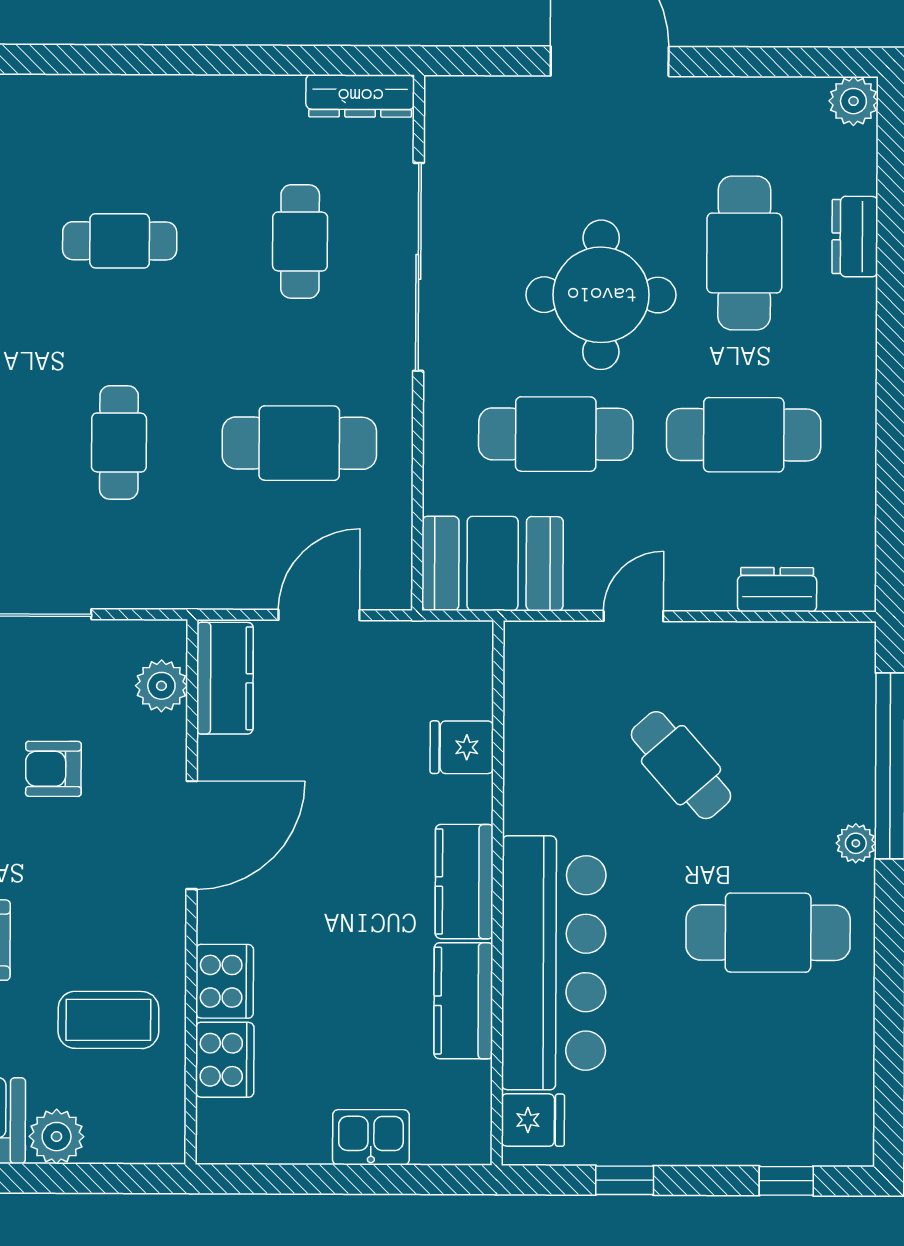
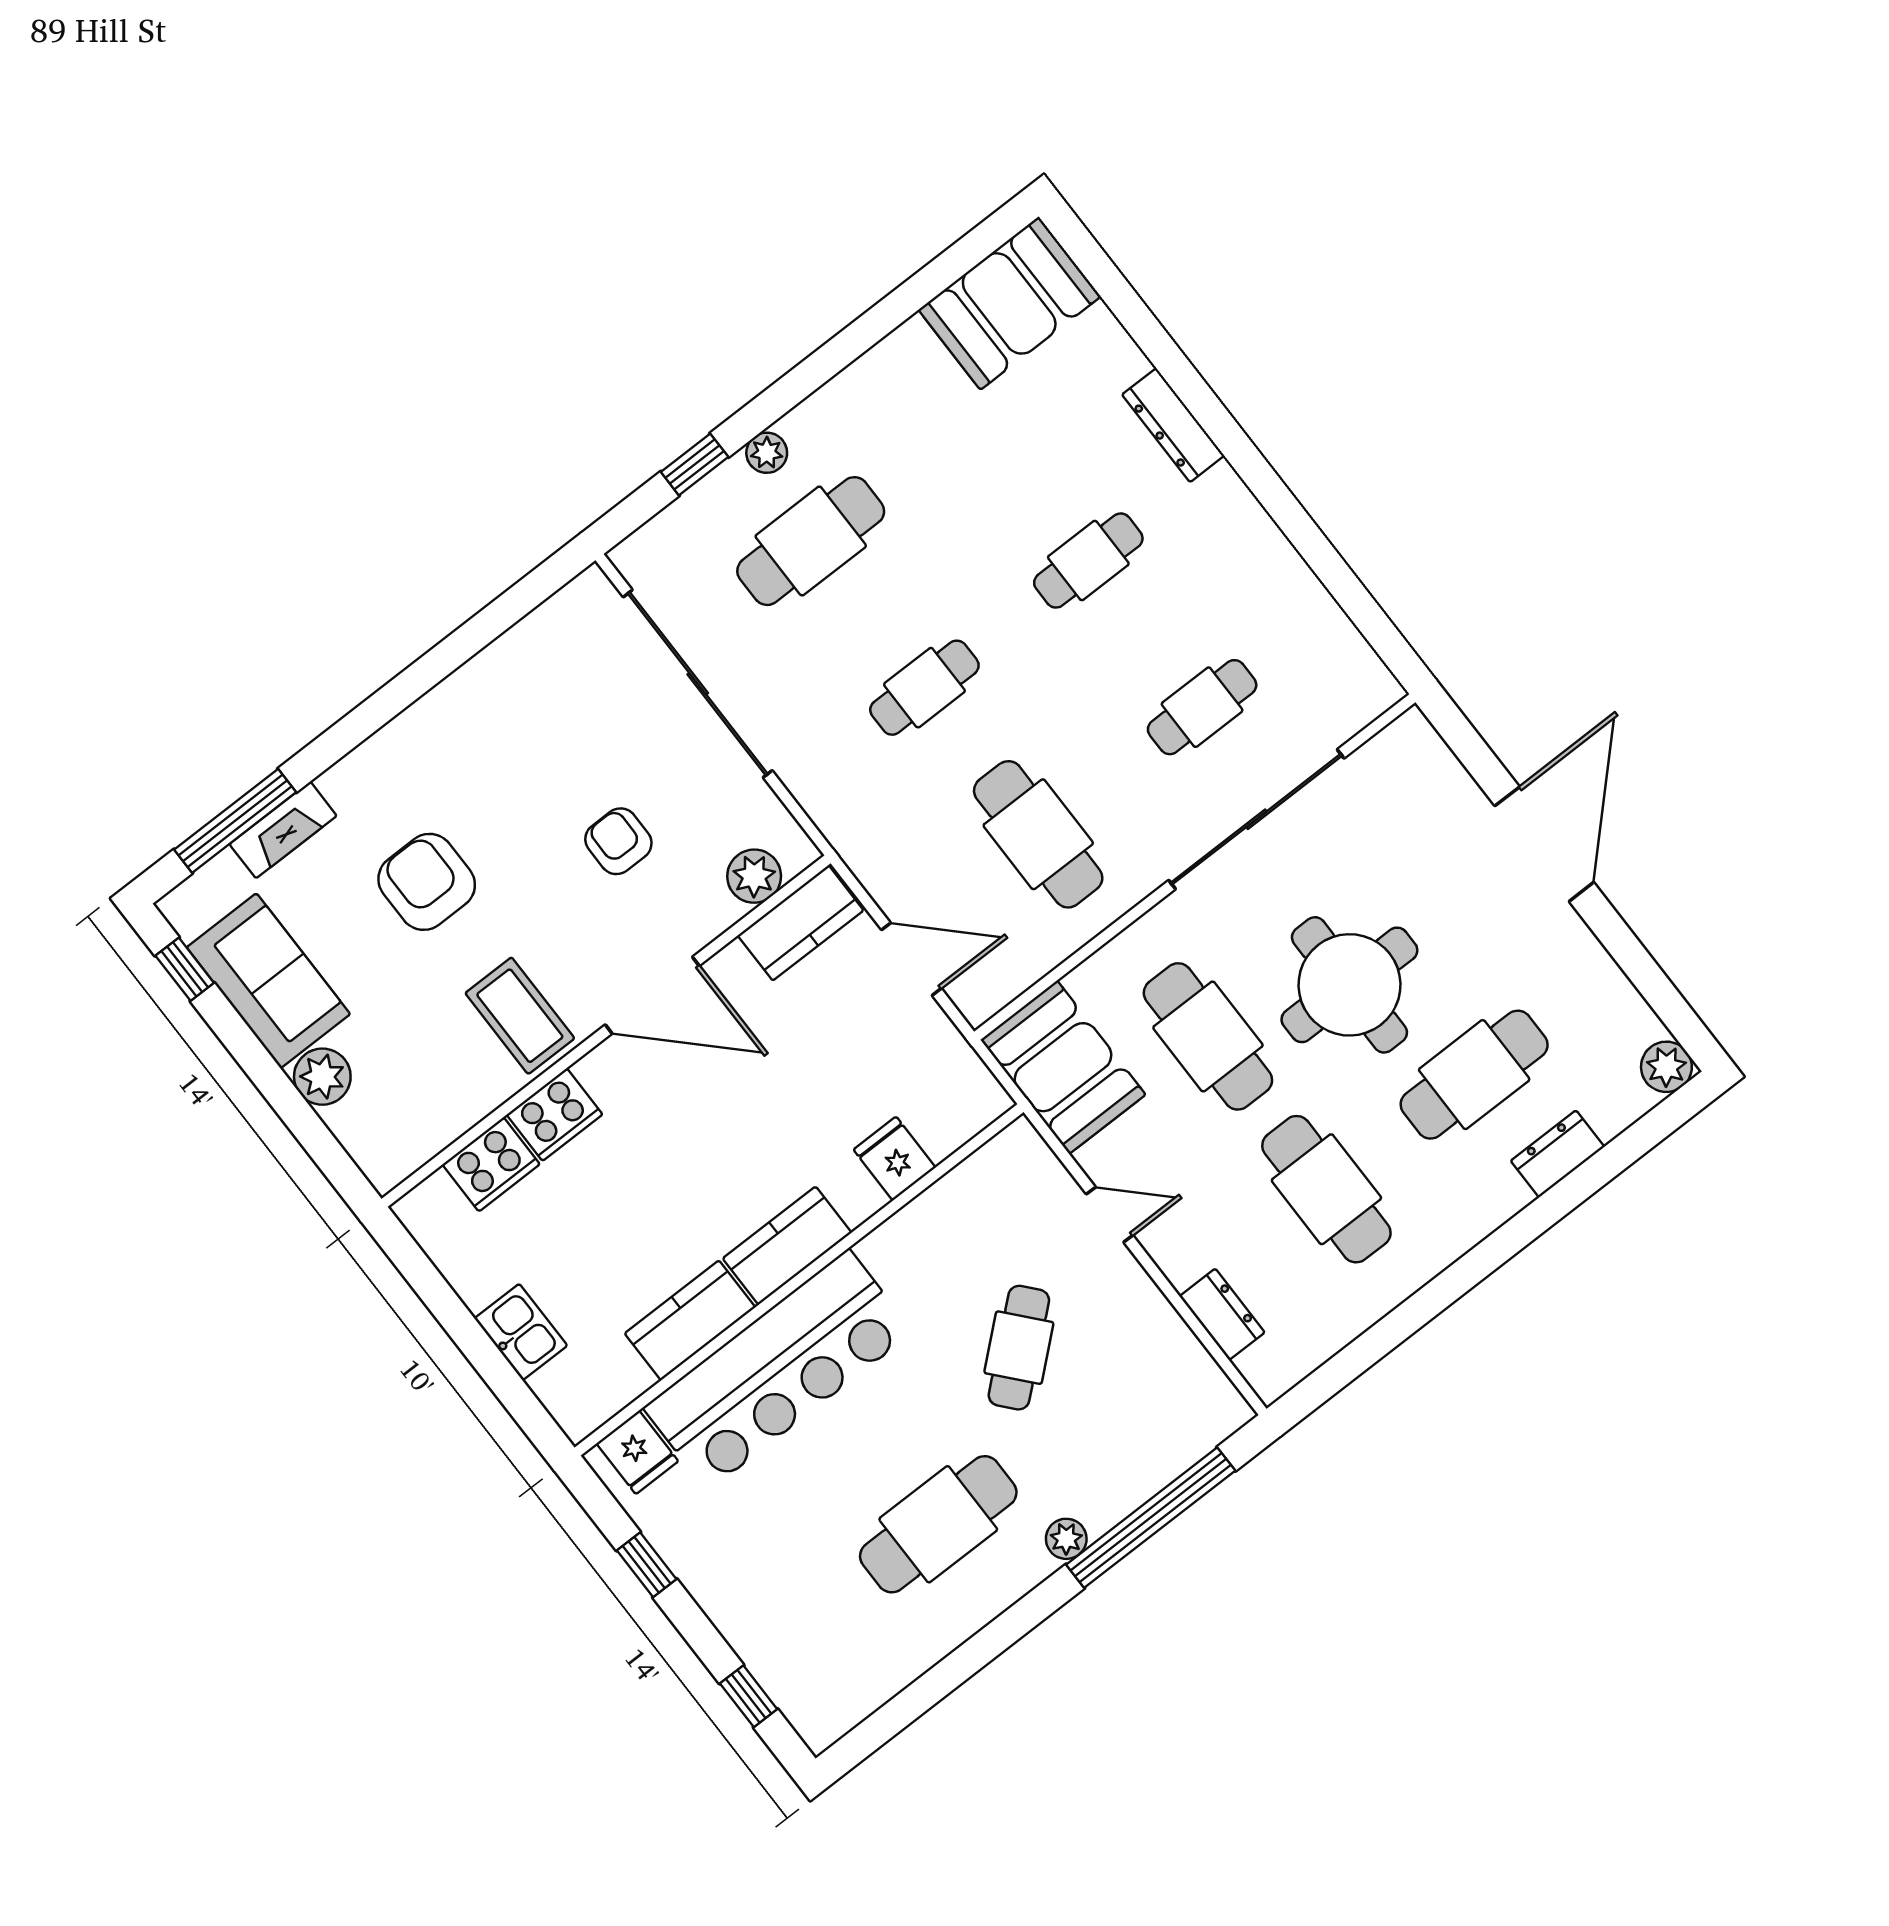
dresser: (360, 96) -> (1173, 425), moved
cafe table: (120, 241) -> (1088, 561), turned 90
cafe table: (768, 933) -> (938, 1524), turned 90
coffee table: (108, 1020) -> (520, 1016), moved

